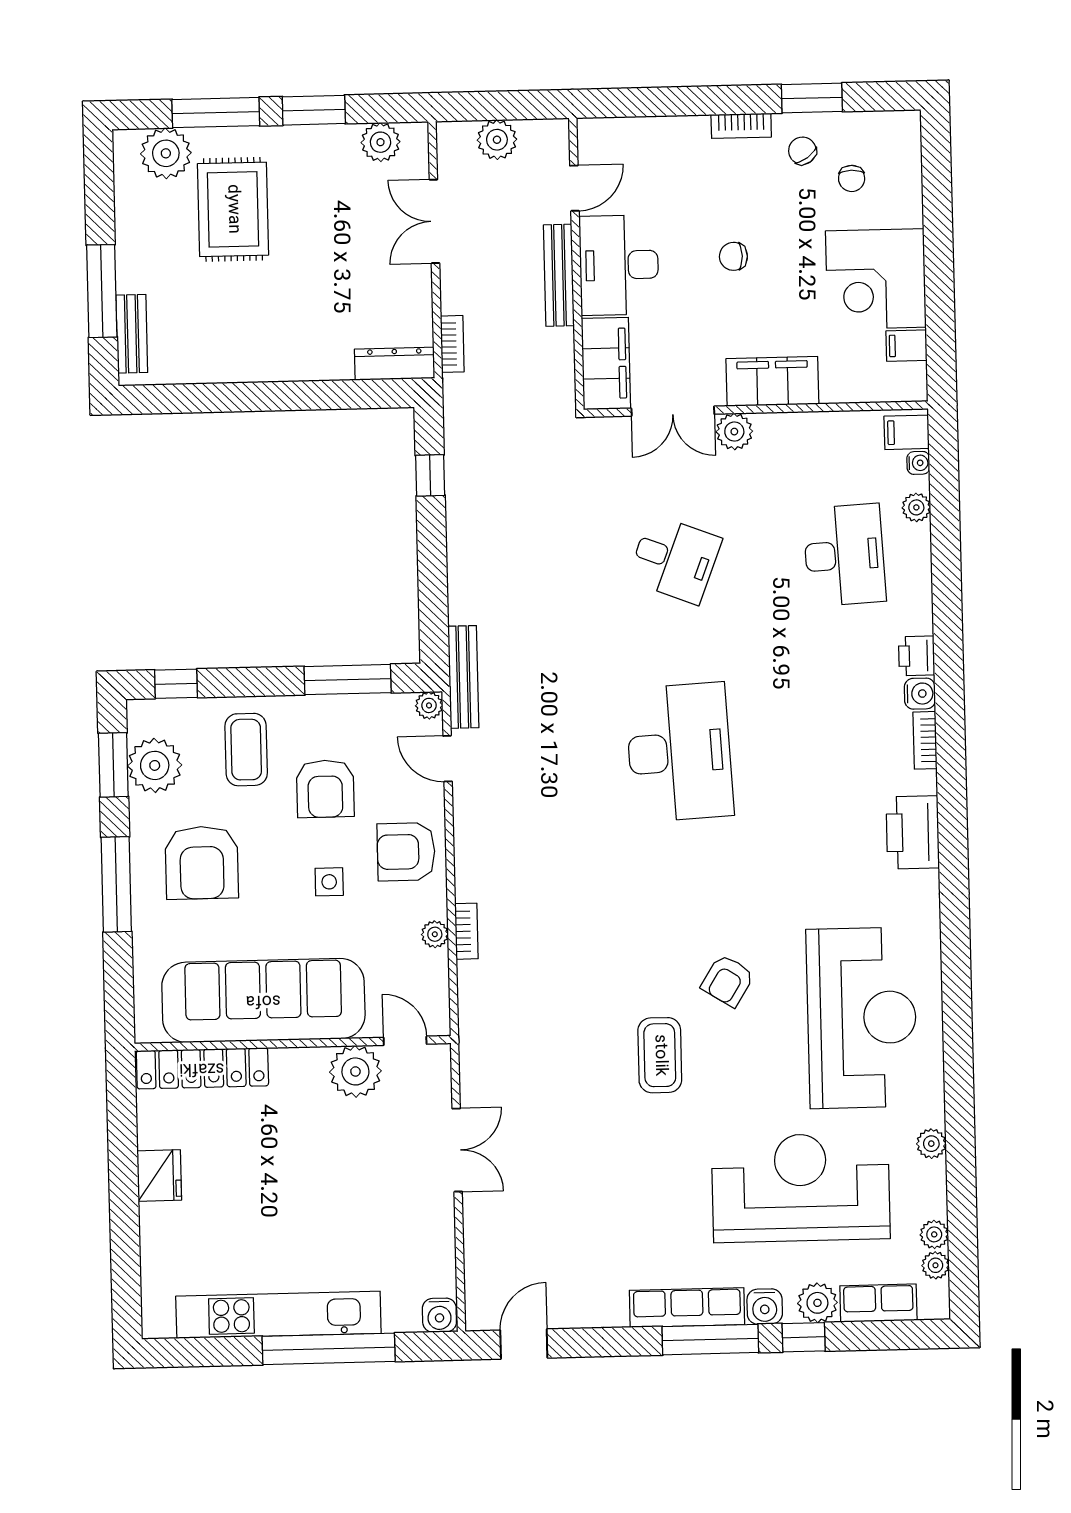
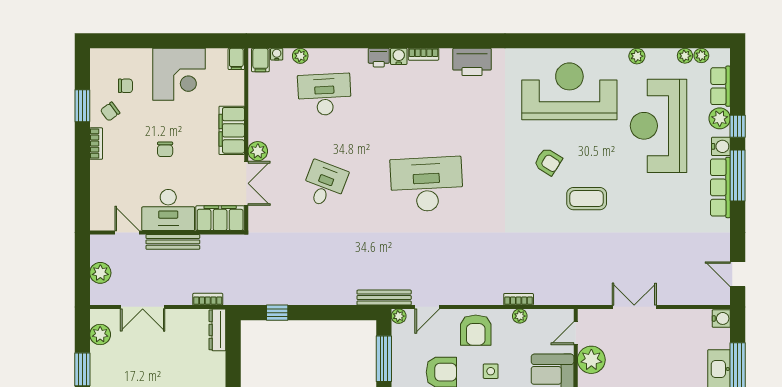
filing cabinet: (907, 346) -> (236, 59), moved

